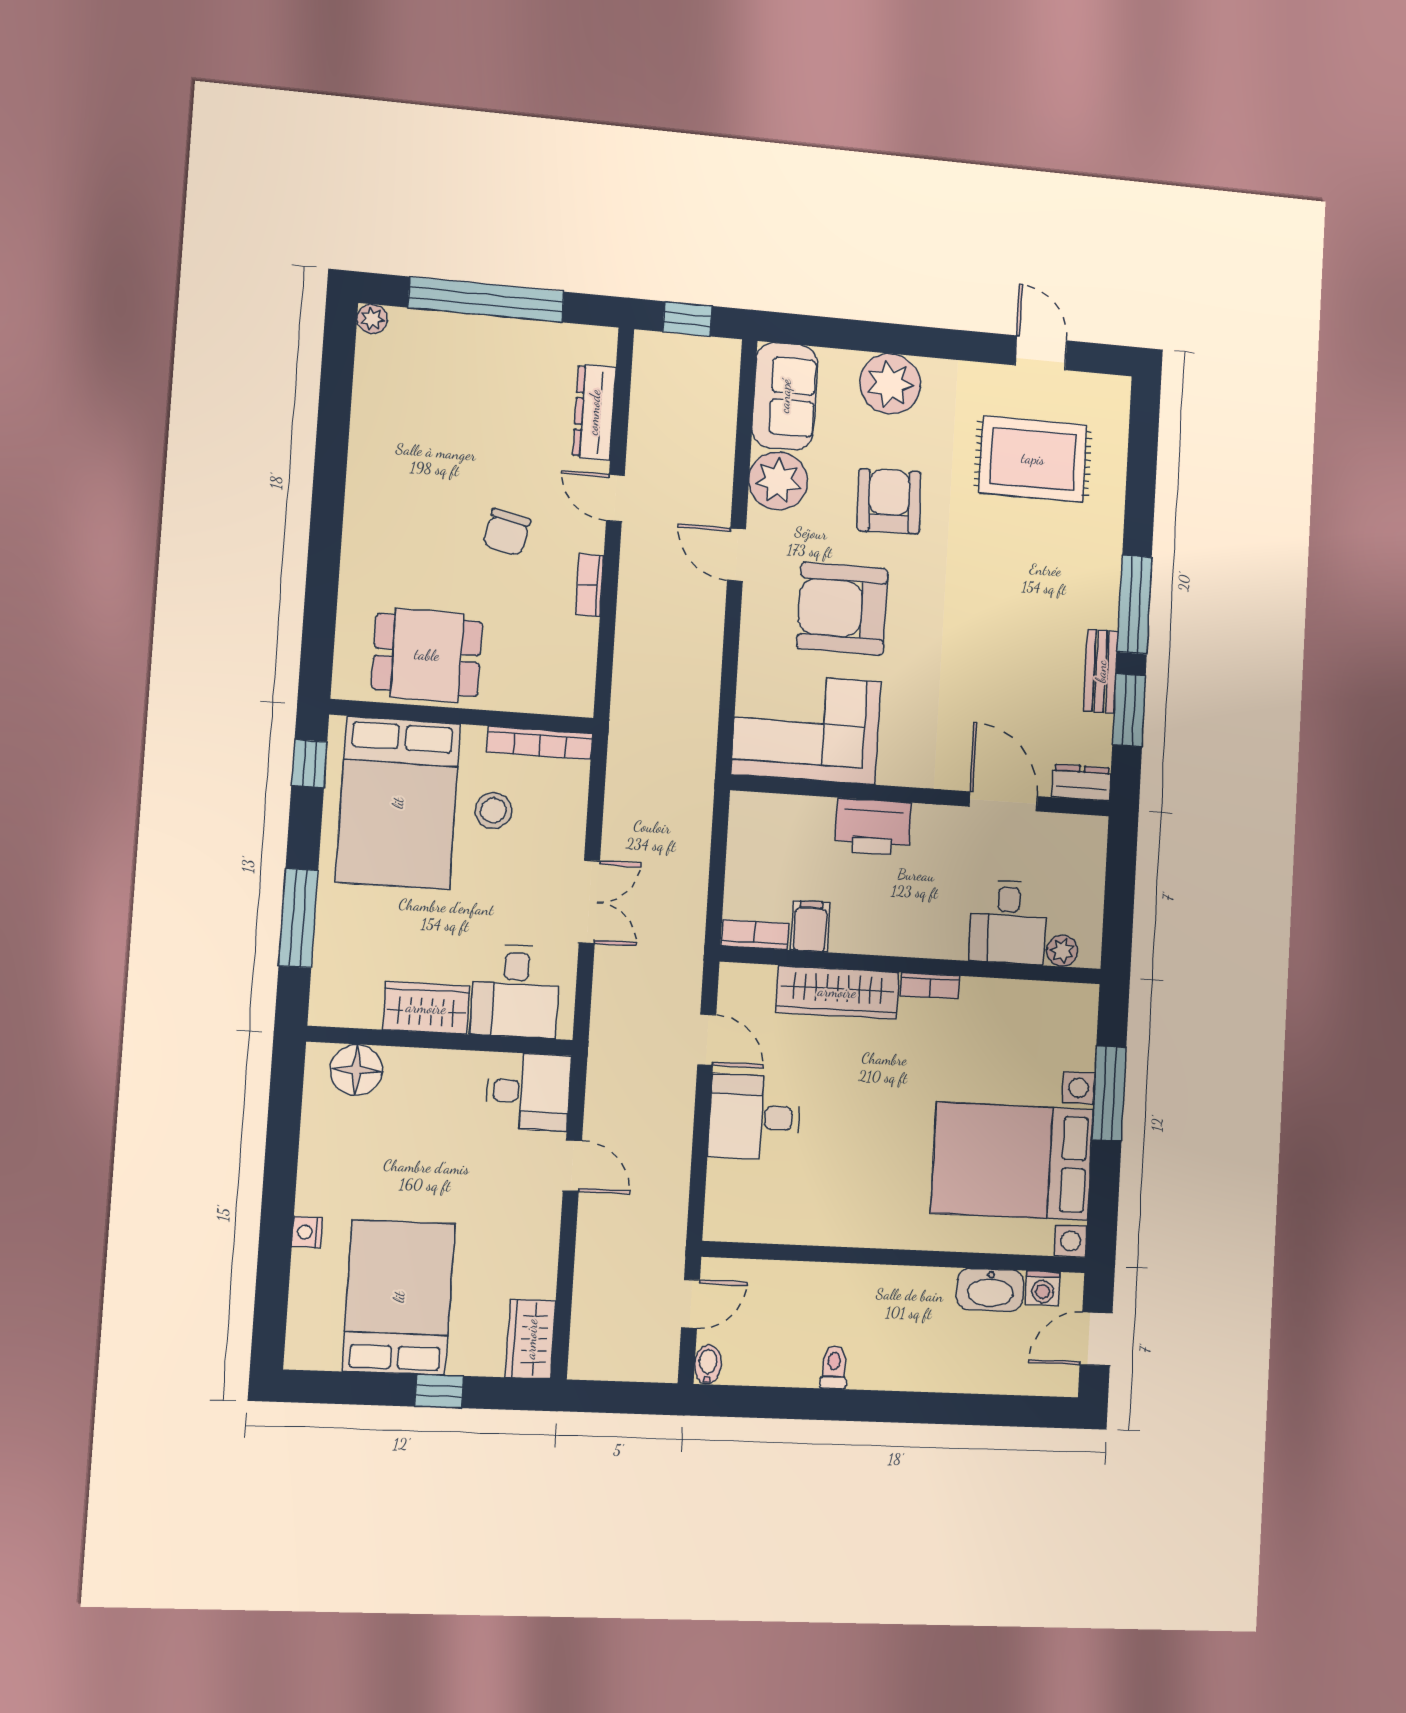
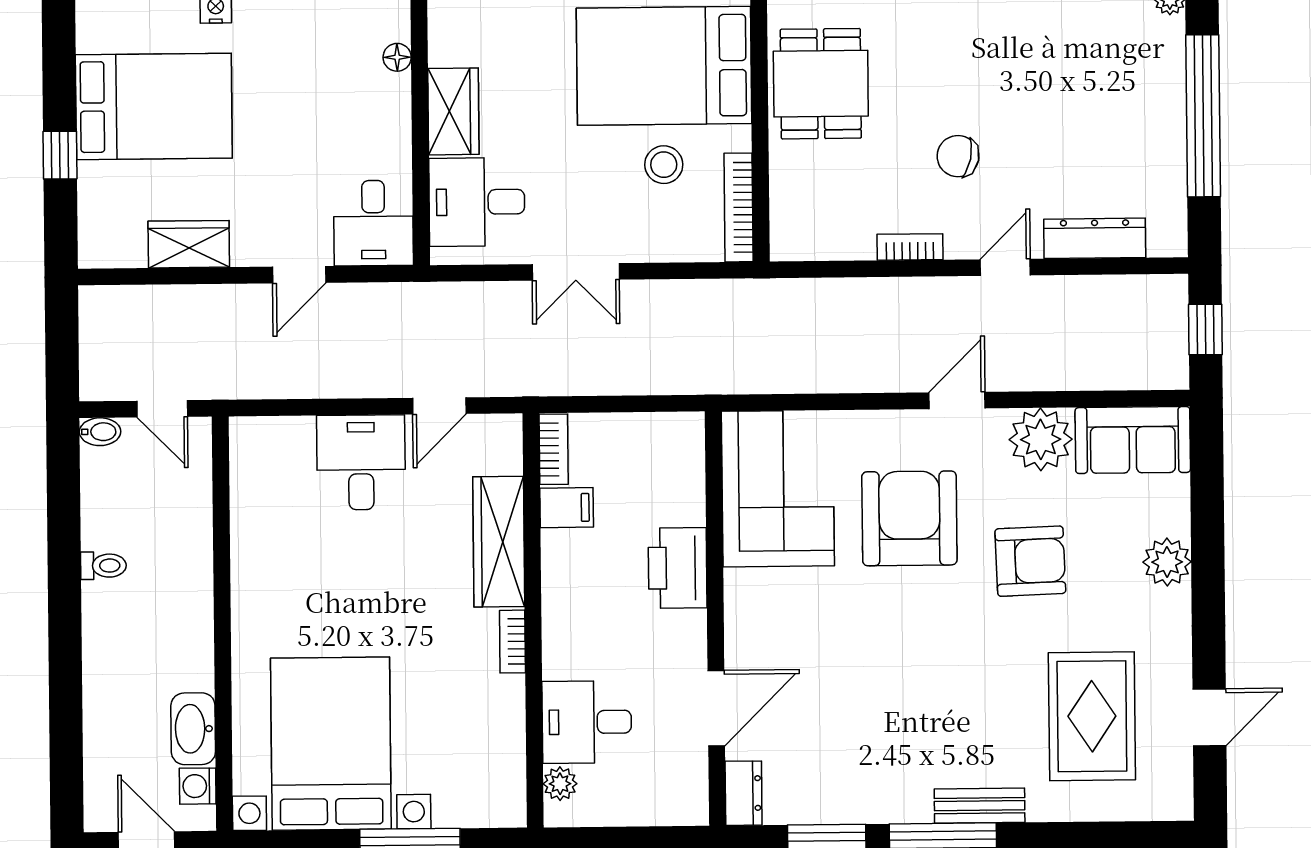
plant: (890, 384) -> (1167, 562), width x0.73, depth x0.73
bench: (1101, 671) -> (980, 806), moved
floor lamp: (356, 1070) -> (397, 57), width x0.53, depth x0.53
wardrobe: (531, 1339) -> (189, 244), moved

